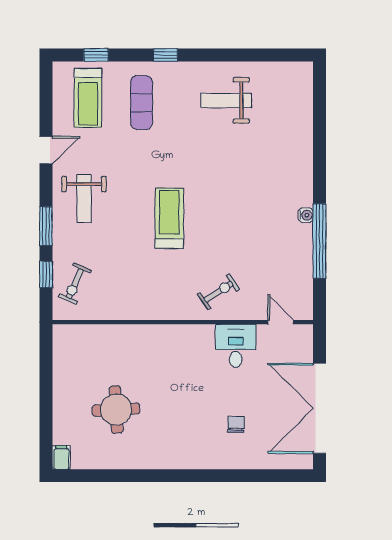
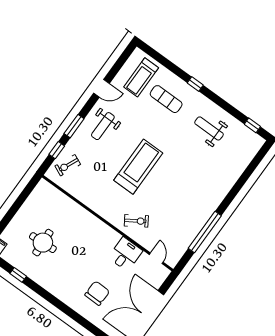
window: (96, 55) -> (252, 125), moved
exercise mat: (142, 103) -> (166, 99), turned 90
water cooler: (306, 215) -> (207, 214), removed
treadmill: (169, 218) -> (138, 167), width x1.37, depth x1.38
chair: (236, 424) -> (97, 293), width x1.87, depth x1.87
window: (114, 476) -> (18, 275), added

